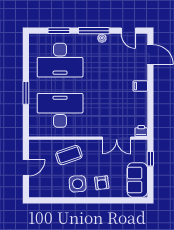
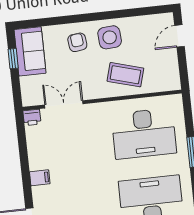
coffee table: (69, 155) -> (125, 75), turned 35
window: (150, 159) -> (13, 59), moved
door: (26, 168) -> (180, 36), moved

